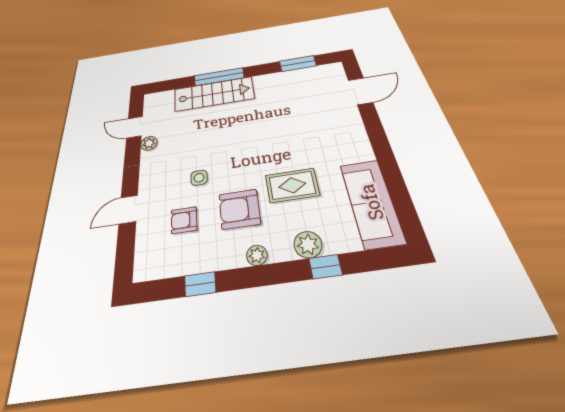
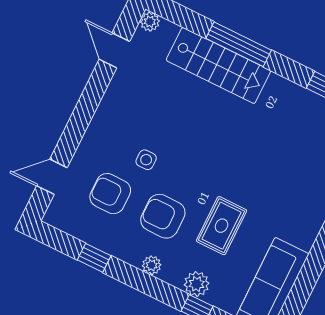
plant: (149, 143) -> (150, 22), moved
rug: (292, 185) -> (221, 226), turned 90
door: (128, 210) -> (52, 177), moved
armchair: (184, 220) -> (110, 194), width x1.38, depth x1.38

